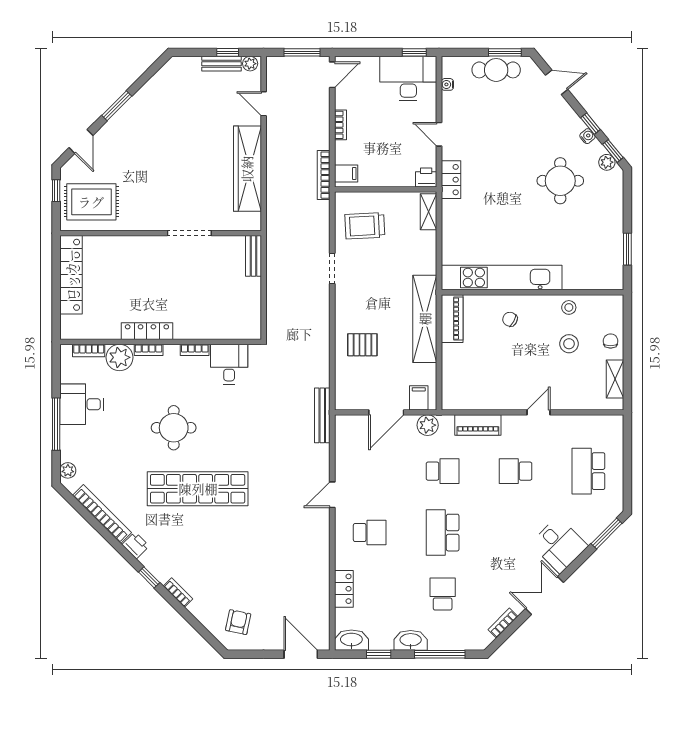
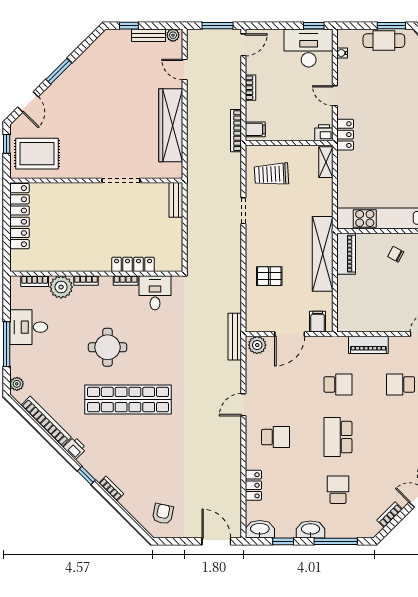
window: (228, 52) -> (129, 26), moved
locker: (147, 331) -> (133, 264), moved
plant: (428, 425) -> (257, 345), moved

